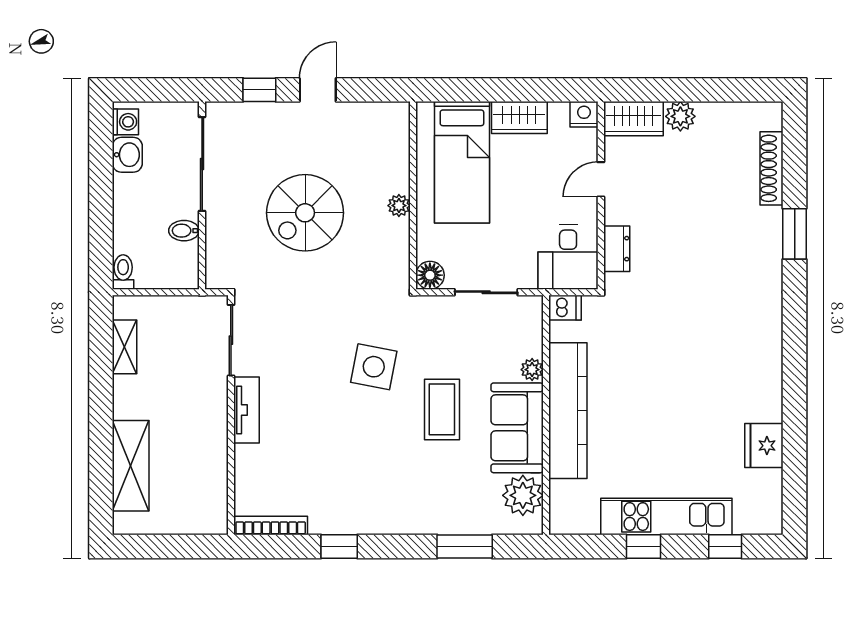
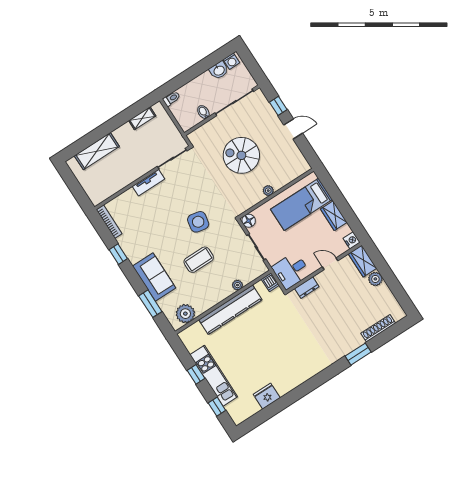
sofa: (517, 428) -> (154, 277), moved, turned 90

